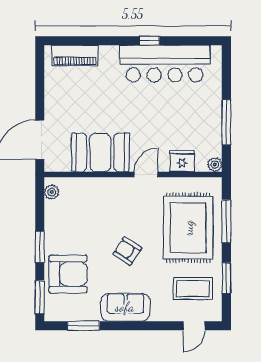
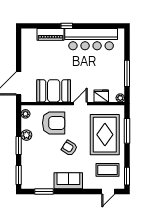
window: (149, 41) -> (67, 26), moved
piano: (75, 55) -> (51, 34), moved
plant: (53, 229) -> (26, 135), added
armchair: (68, 274) -> (54, 123), moved
window: (226, 278) -> (127, 176), moved

